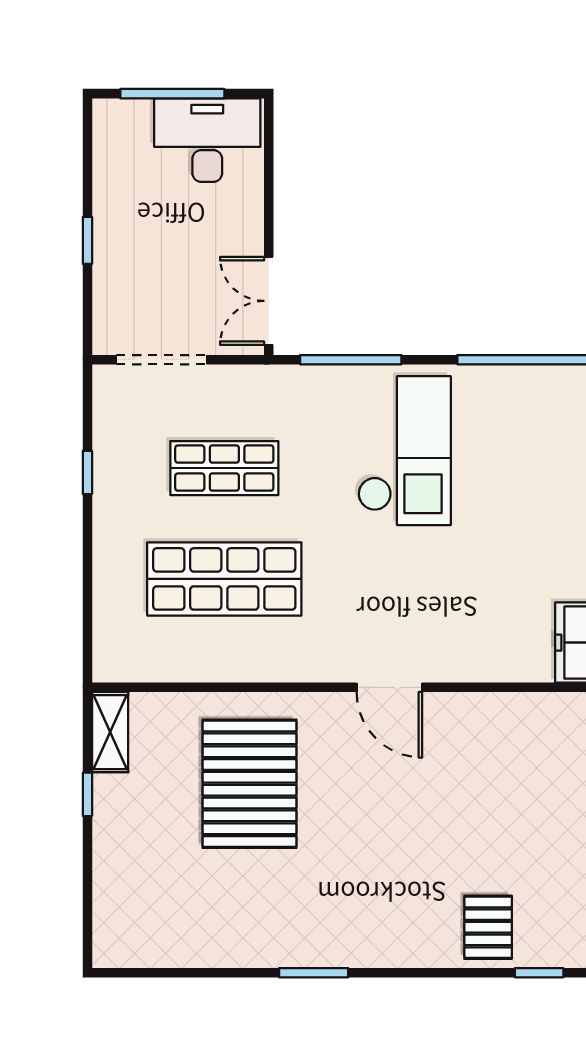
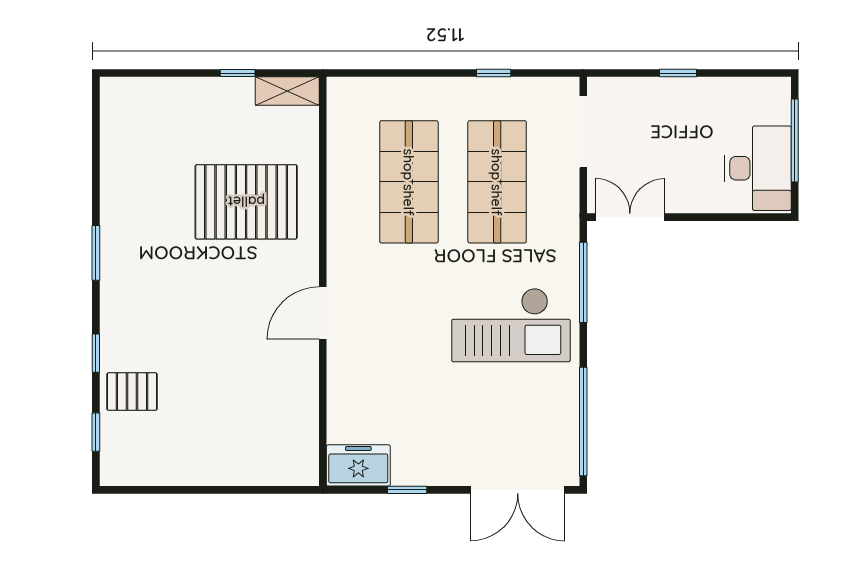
shop shelf: (224, 468) -> (497, 182), width x1.43, depth x1.36
window: (440, 973) -> (96, 353), added

